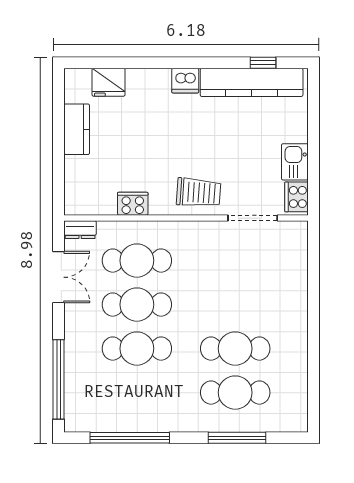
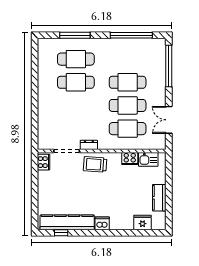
kitchen sink: (295, 162) -> (148, 159), moved, turned 90
dresser: (80, 230) -> (89, 145), moved

